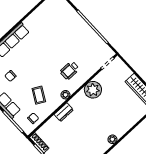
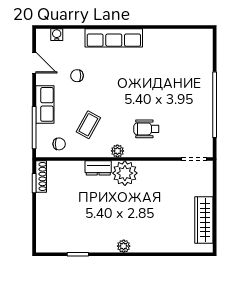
plant: (93, 90) -> (125, 173), moved

